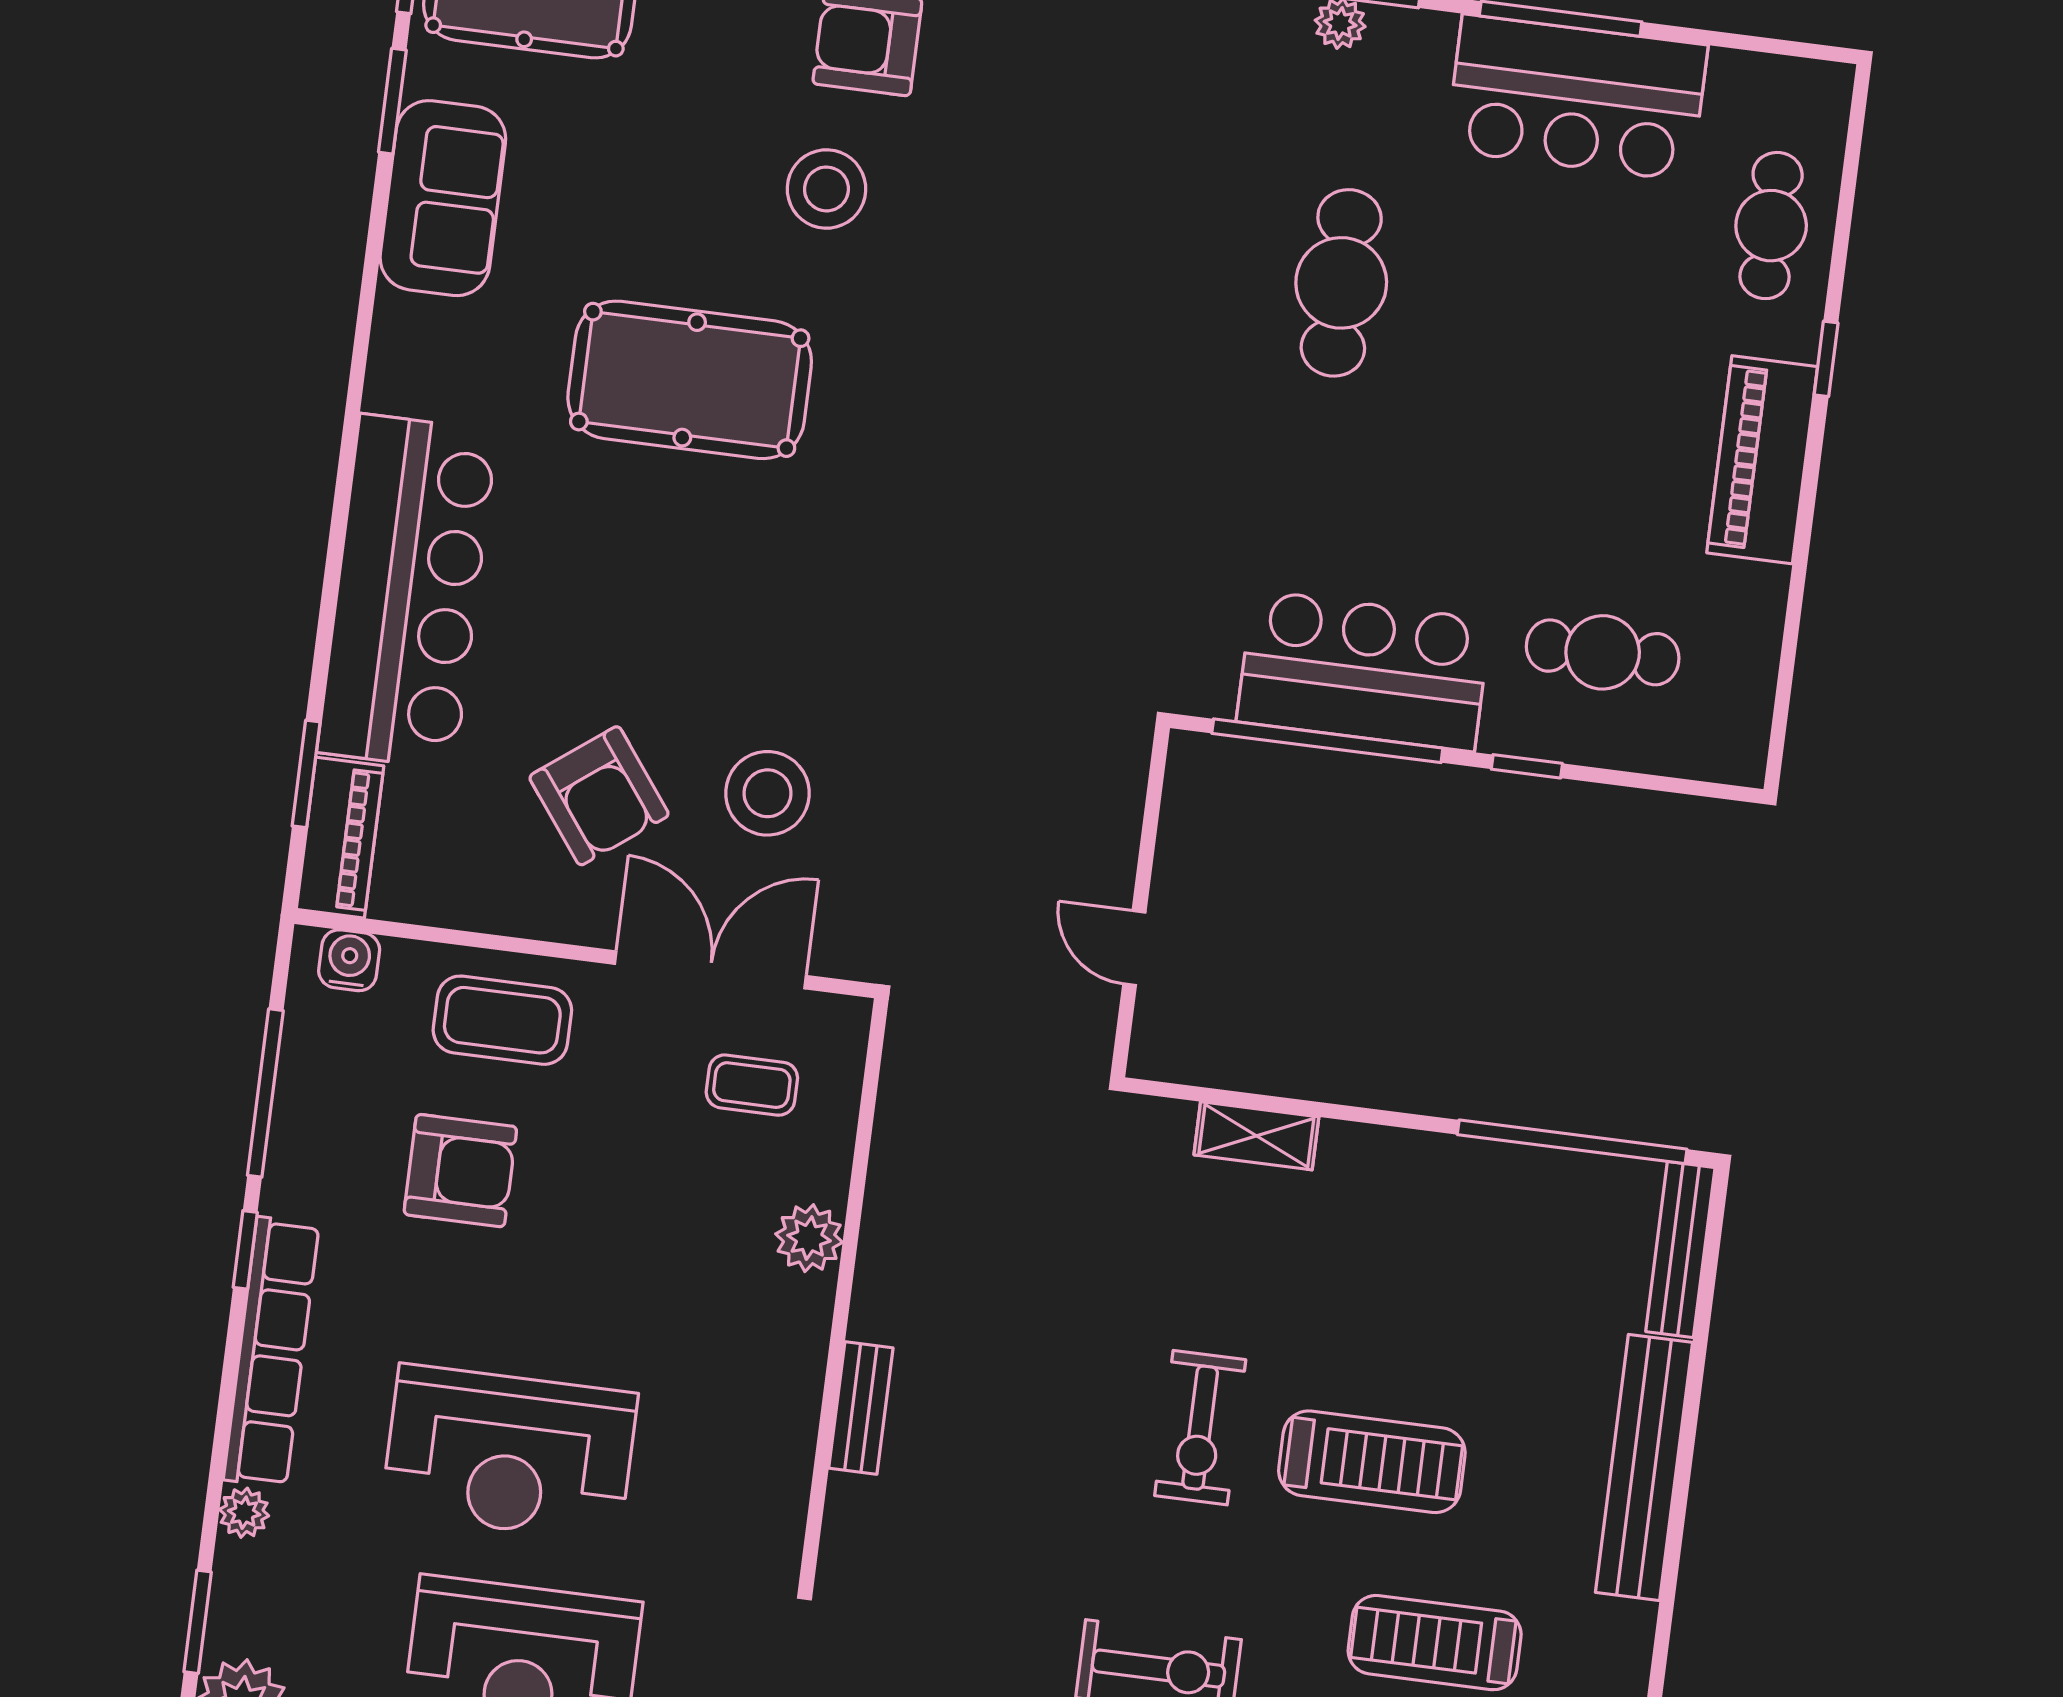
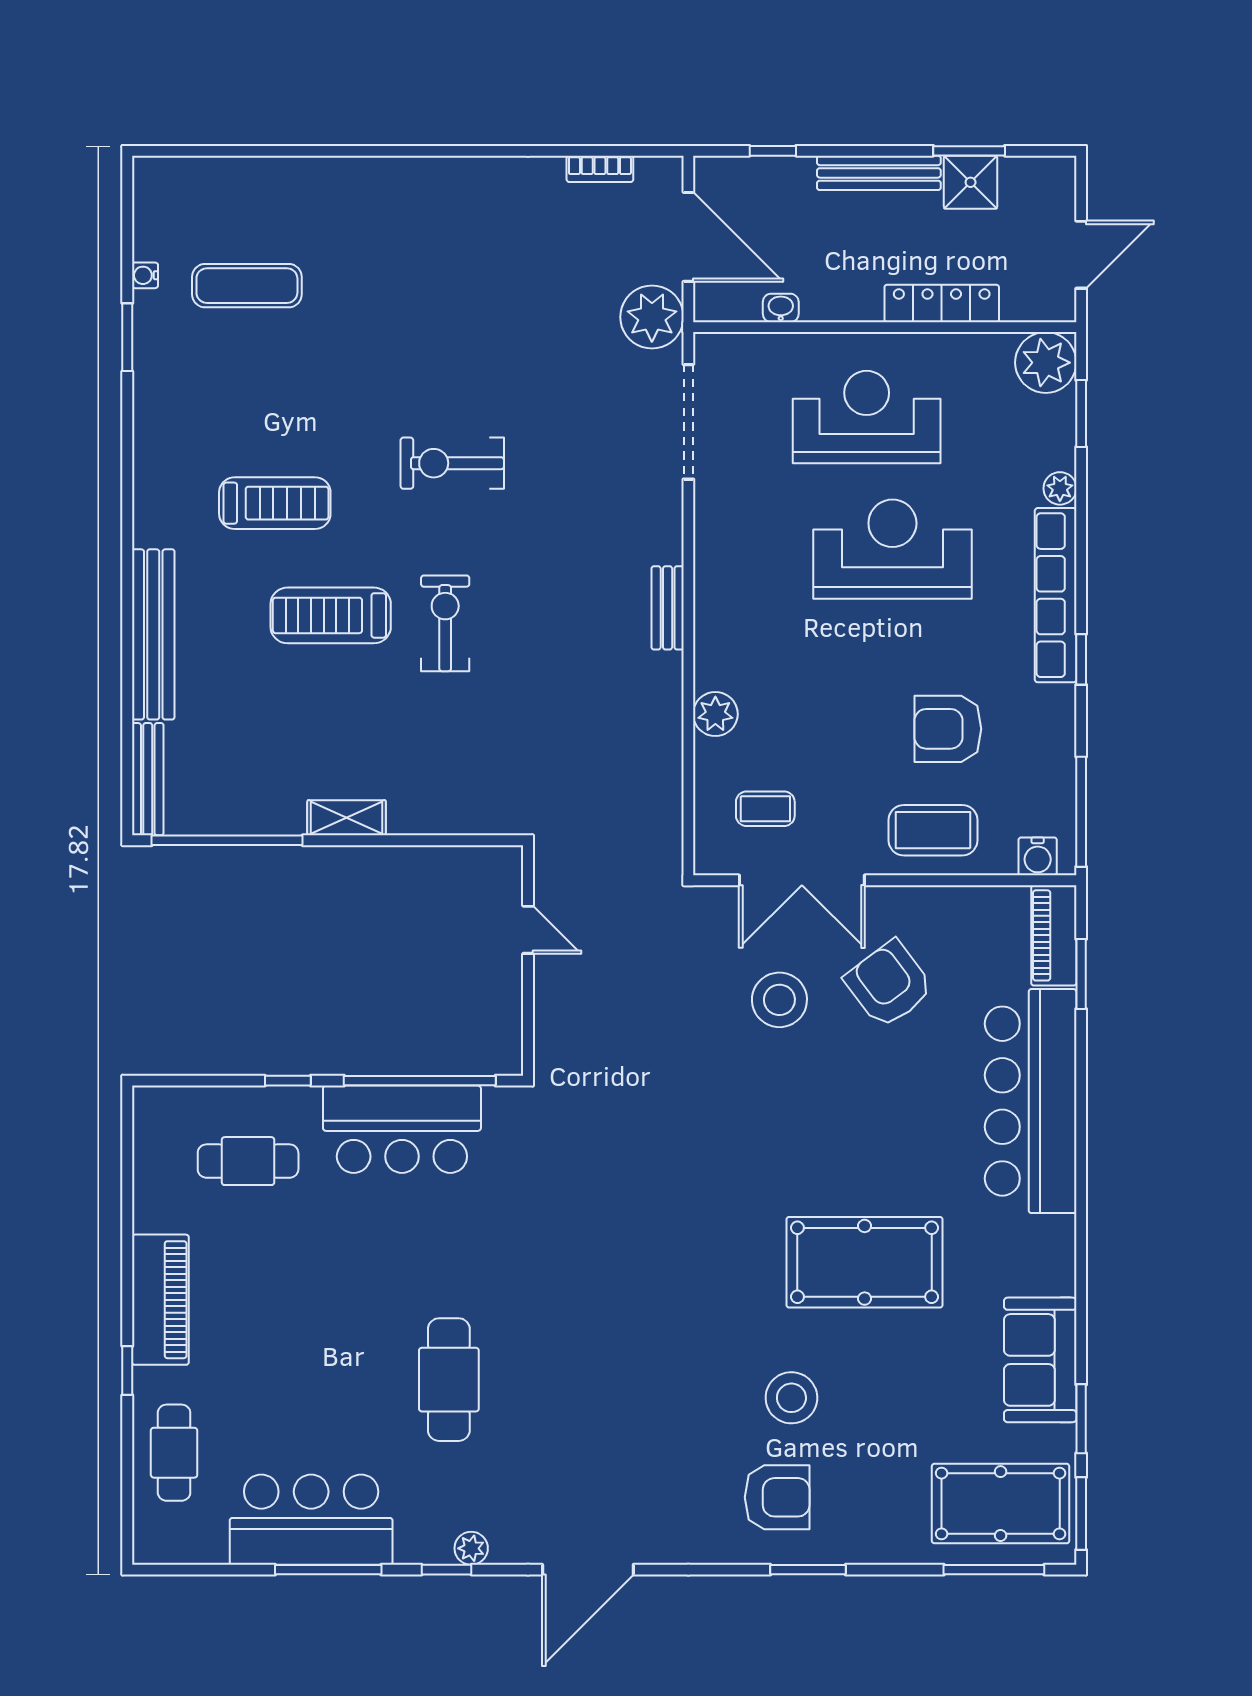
window: (265, 1093) -> (1081, 812), moved
shelving: (1256, 1136) -> (347, 818), moved

